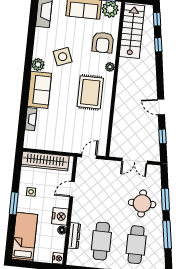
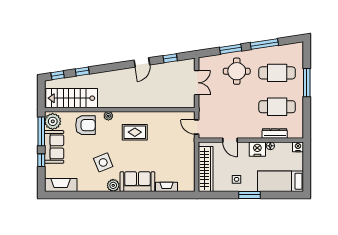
rug: (90, 92) -> (135, 132), width x0.73, depth x0.70

